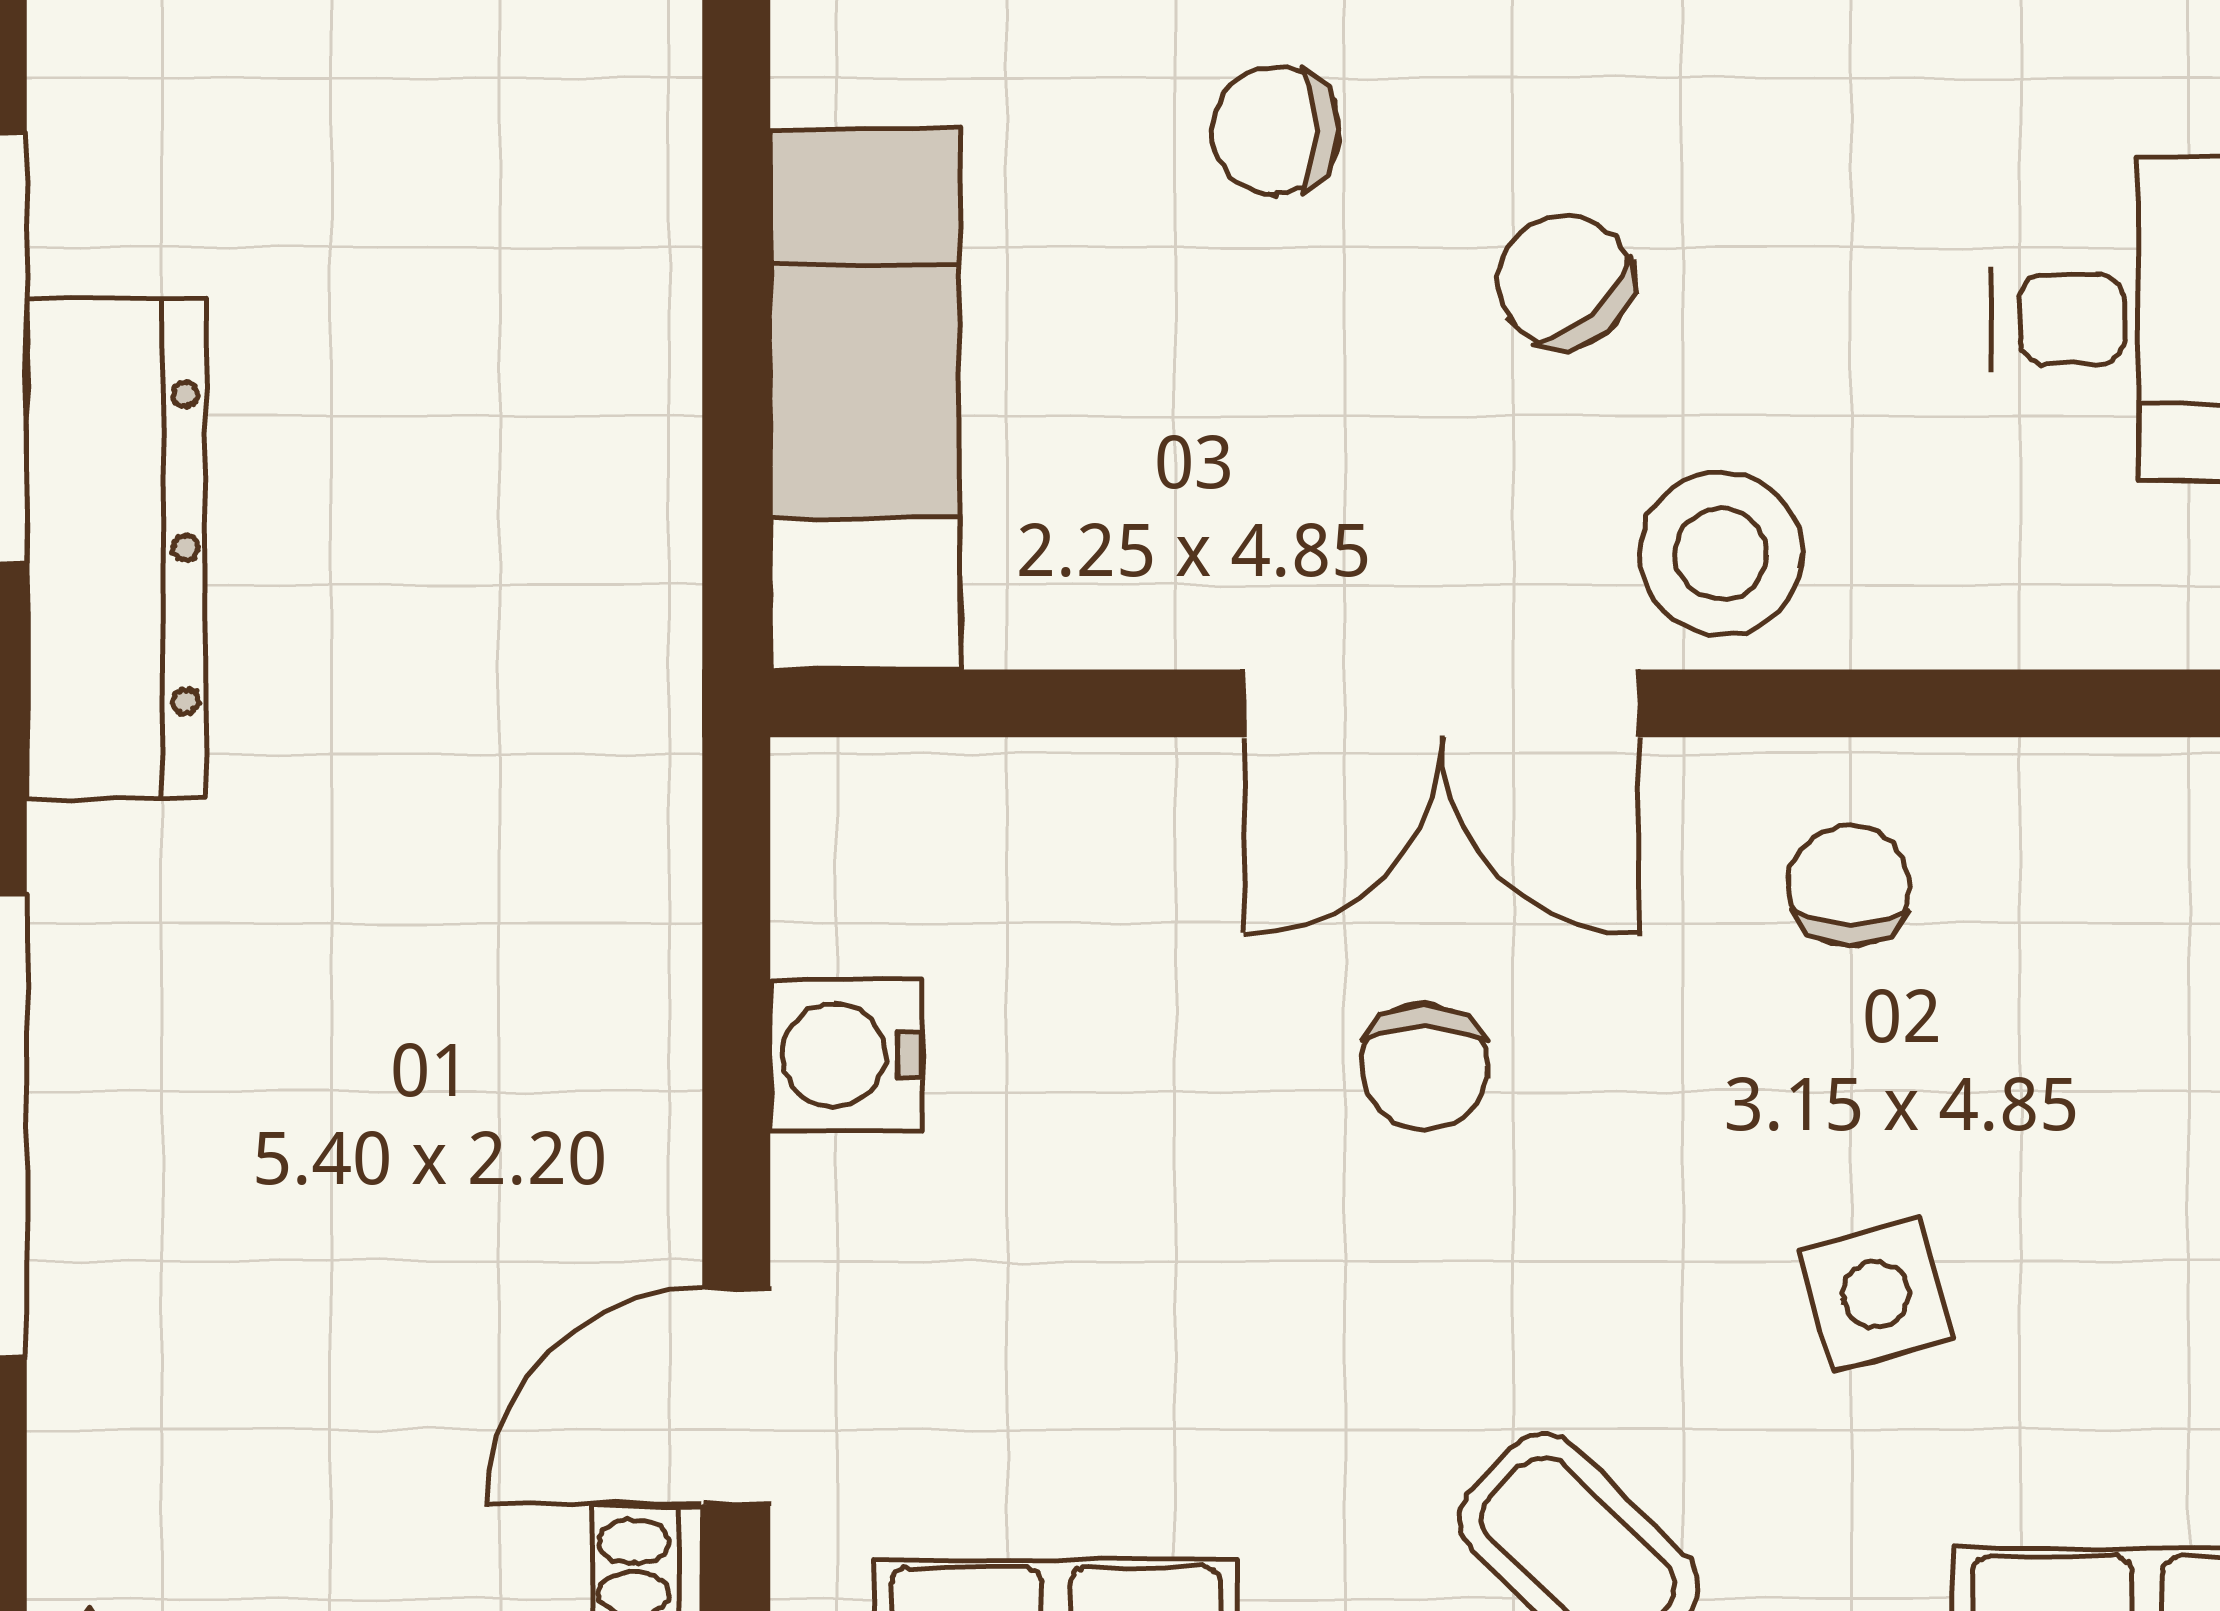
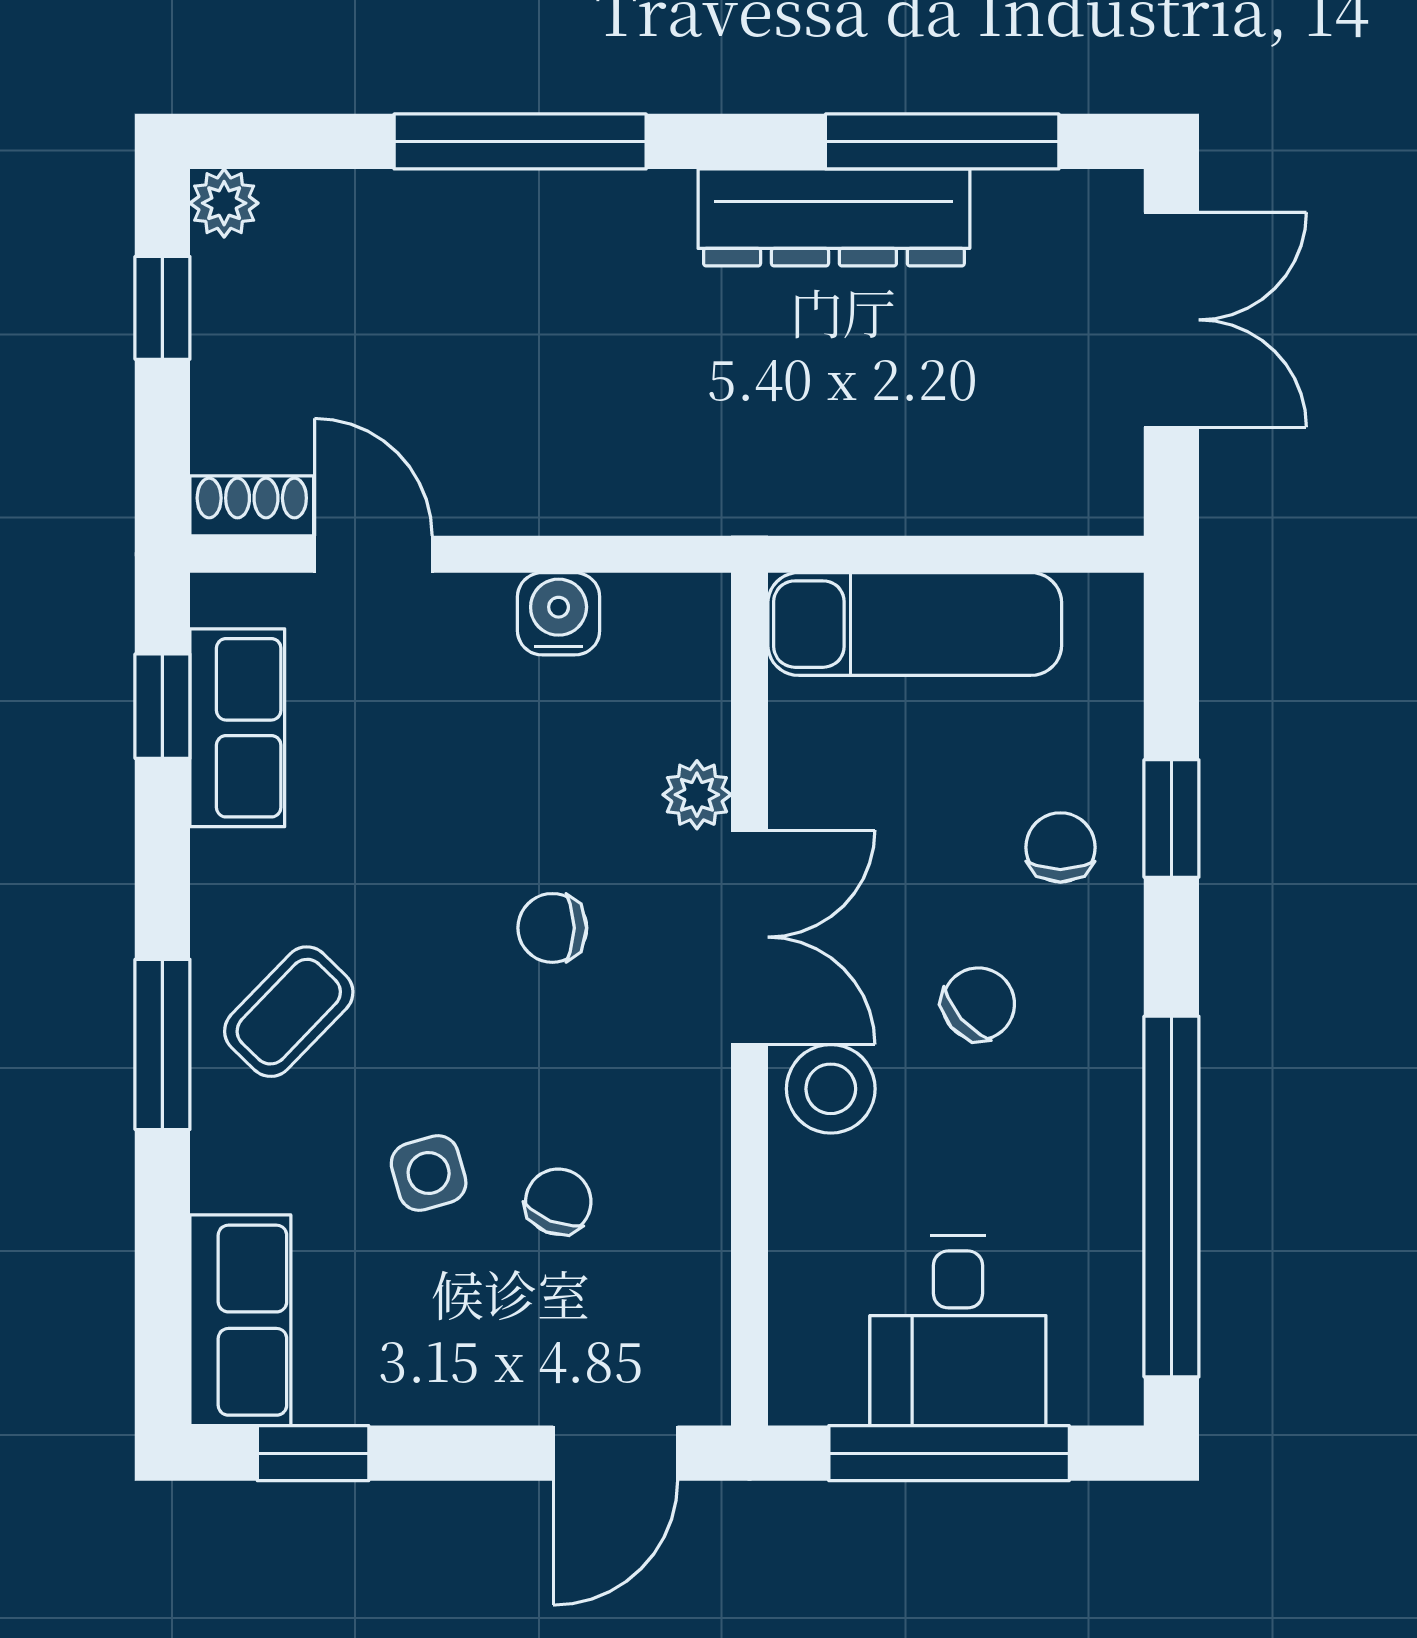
double door: (1442, 703) -> (749, 937), swing flipped
plant: (1179, 800) -> (697, 795), added
chair: (1849, 886) -> (558, 1202), moved, turned -68

